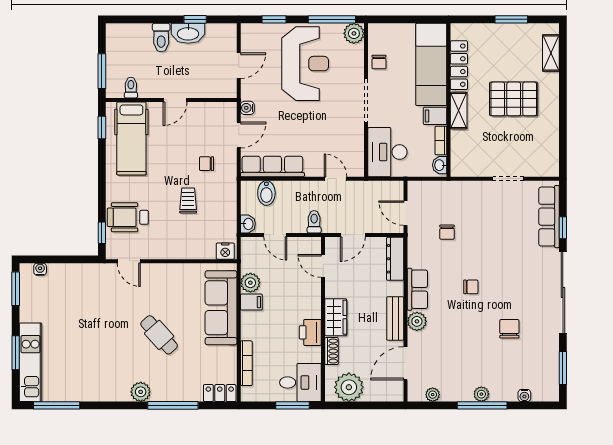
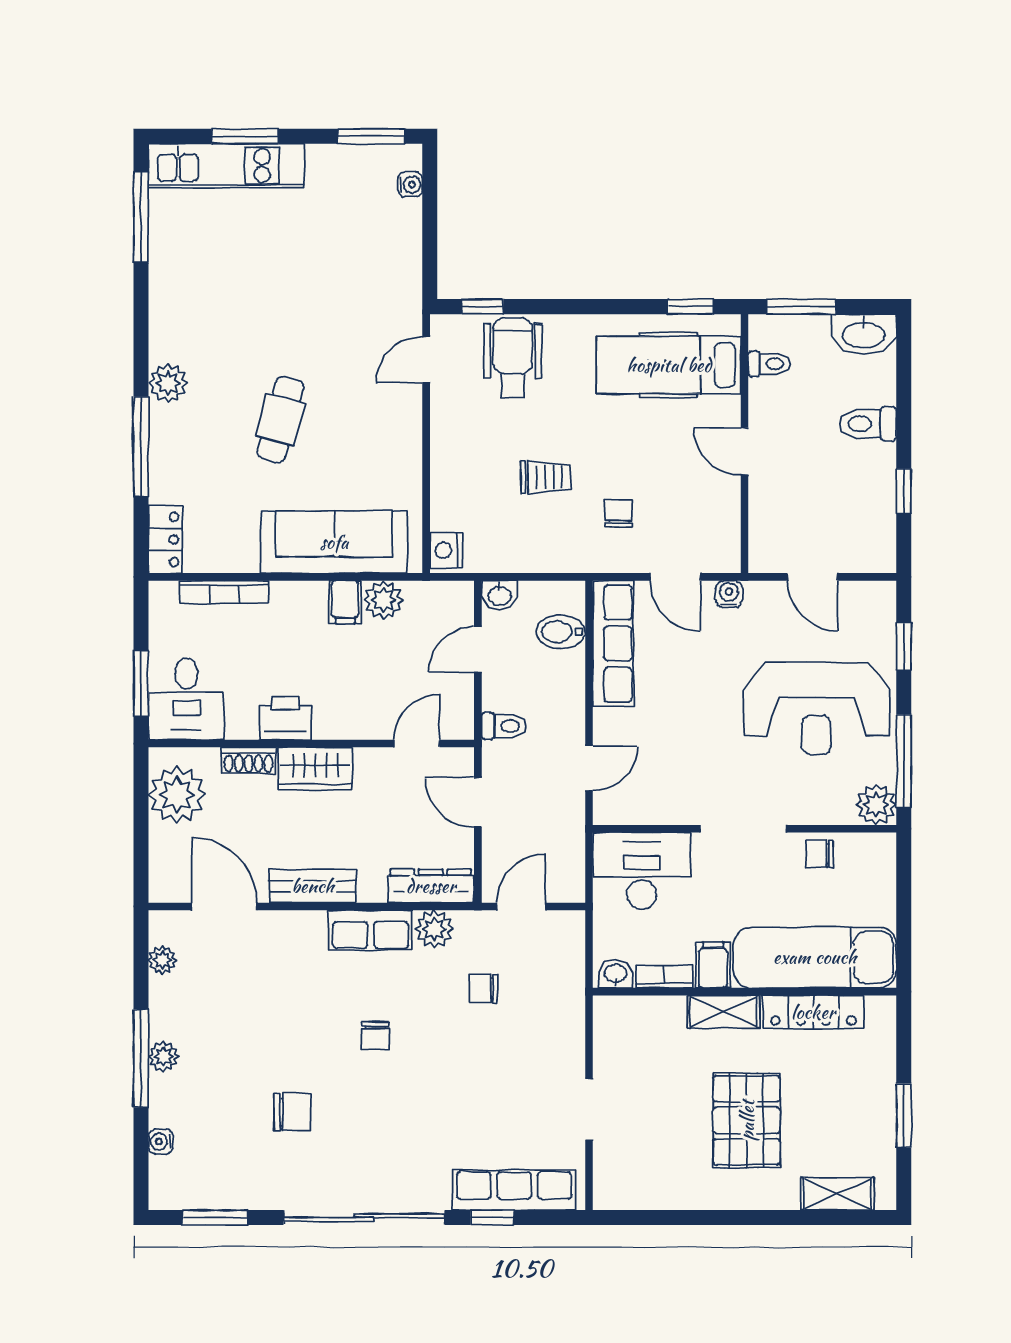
washbasin: (188, 33) -> (864, 334), moved, turned -90
plant: (417, 321) -> (434, 929), moved
cafe table: (159, 335) -> (280, 420), turned -33

